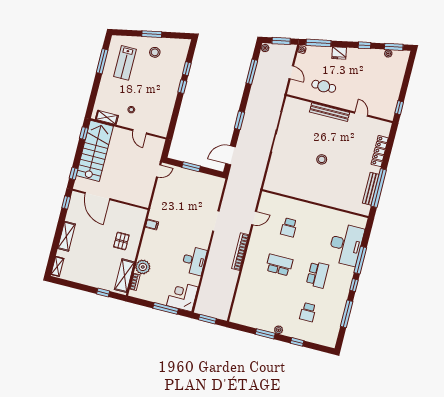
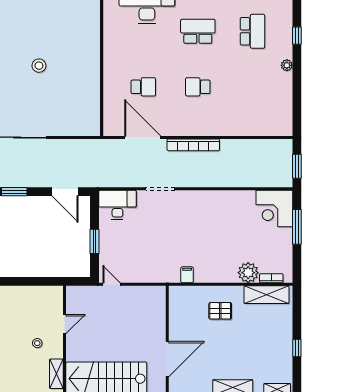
door: (254, 218) -> (143, 137), width x1.88
desk: (194, 261) -> (117, 205), moved
school desk: (279, 265) -> (198, 87), width x0.54
window: (103, 293) -> (297, 348), moved
school desk: (308, 312) -> (252, 31), width x1.85
window: (265, 334) -> (297, 82), removed

